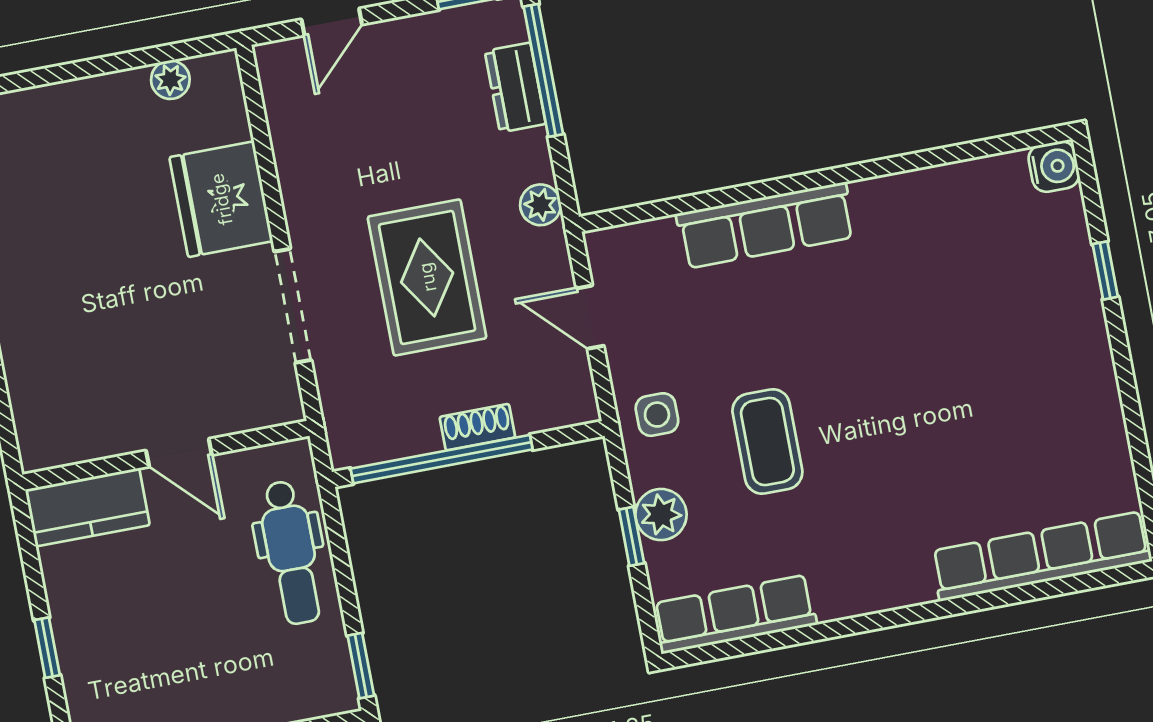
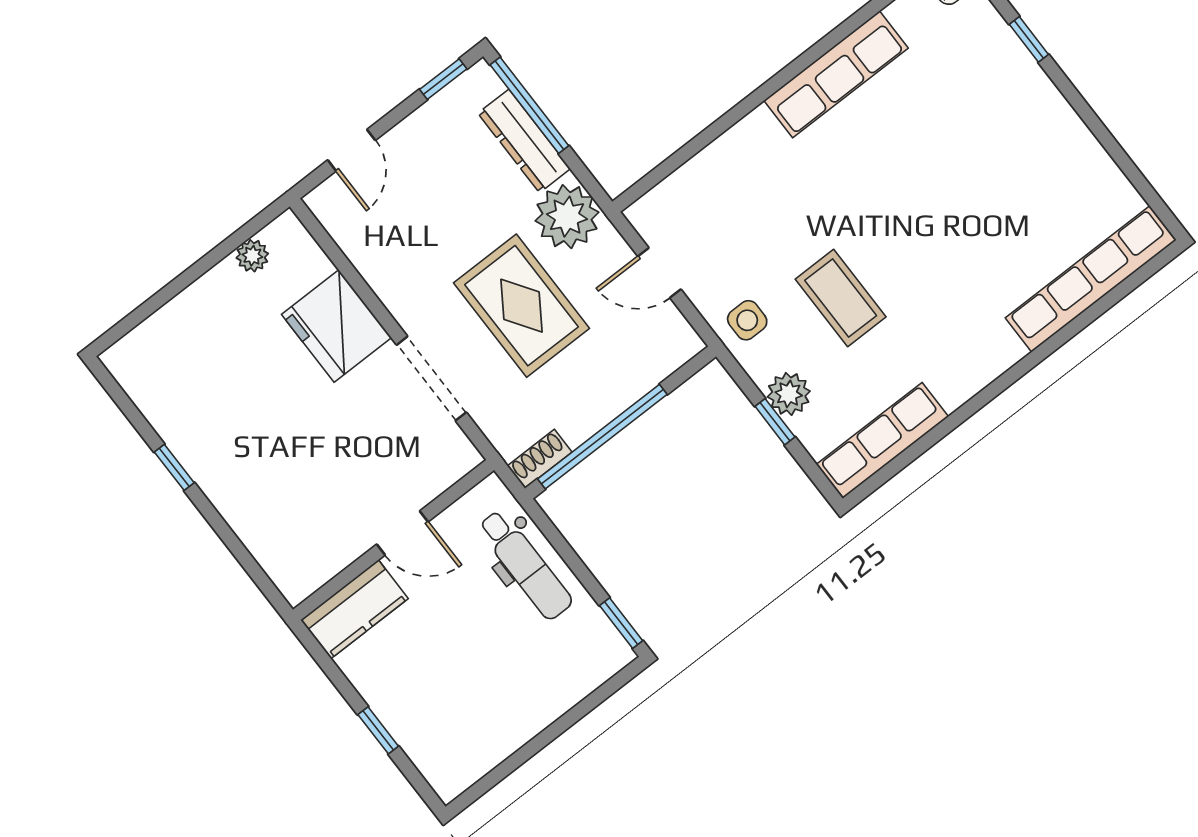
dresser: (515, 87) -> (524, 141), width x1.44
plant: (540, 205) -> (567, 217), width x1.88, depth x1.88
row of seats: (766, 225) -> (836, 74), moved
shoe rack: (477, 427) -> (540, 459), moved

